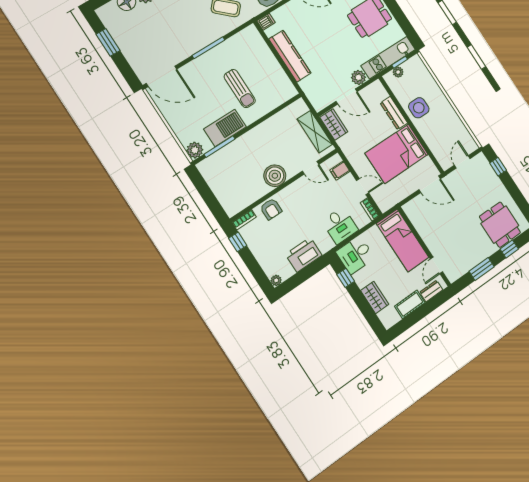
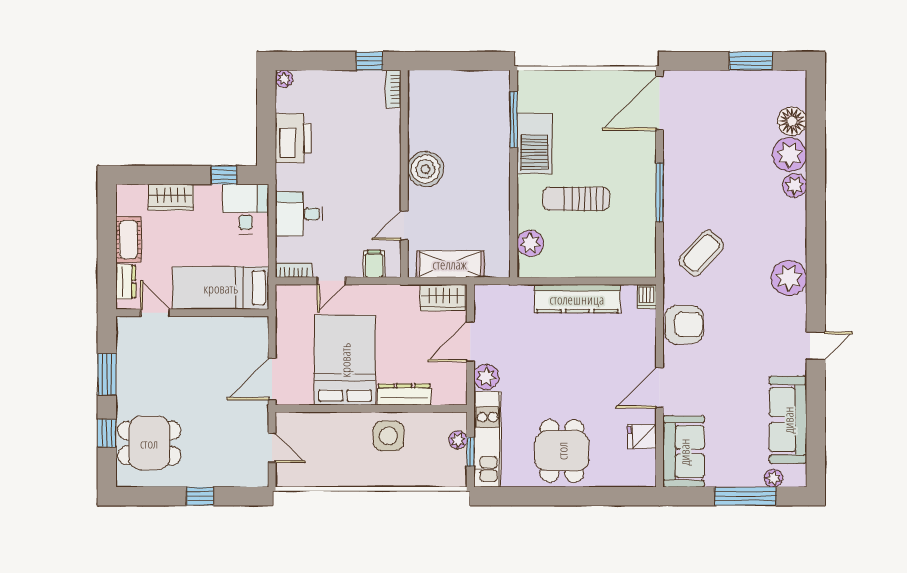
plant: (195, 150) -> (530, 243), moved
window: (498, 167) -> (200, 496), moved
armchair: (271, 209) -> (384, 134), removed

